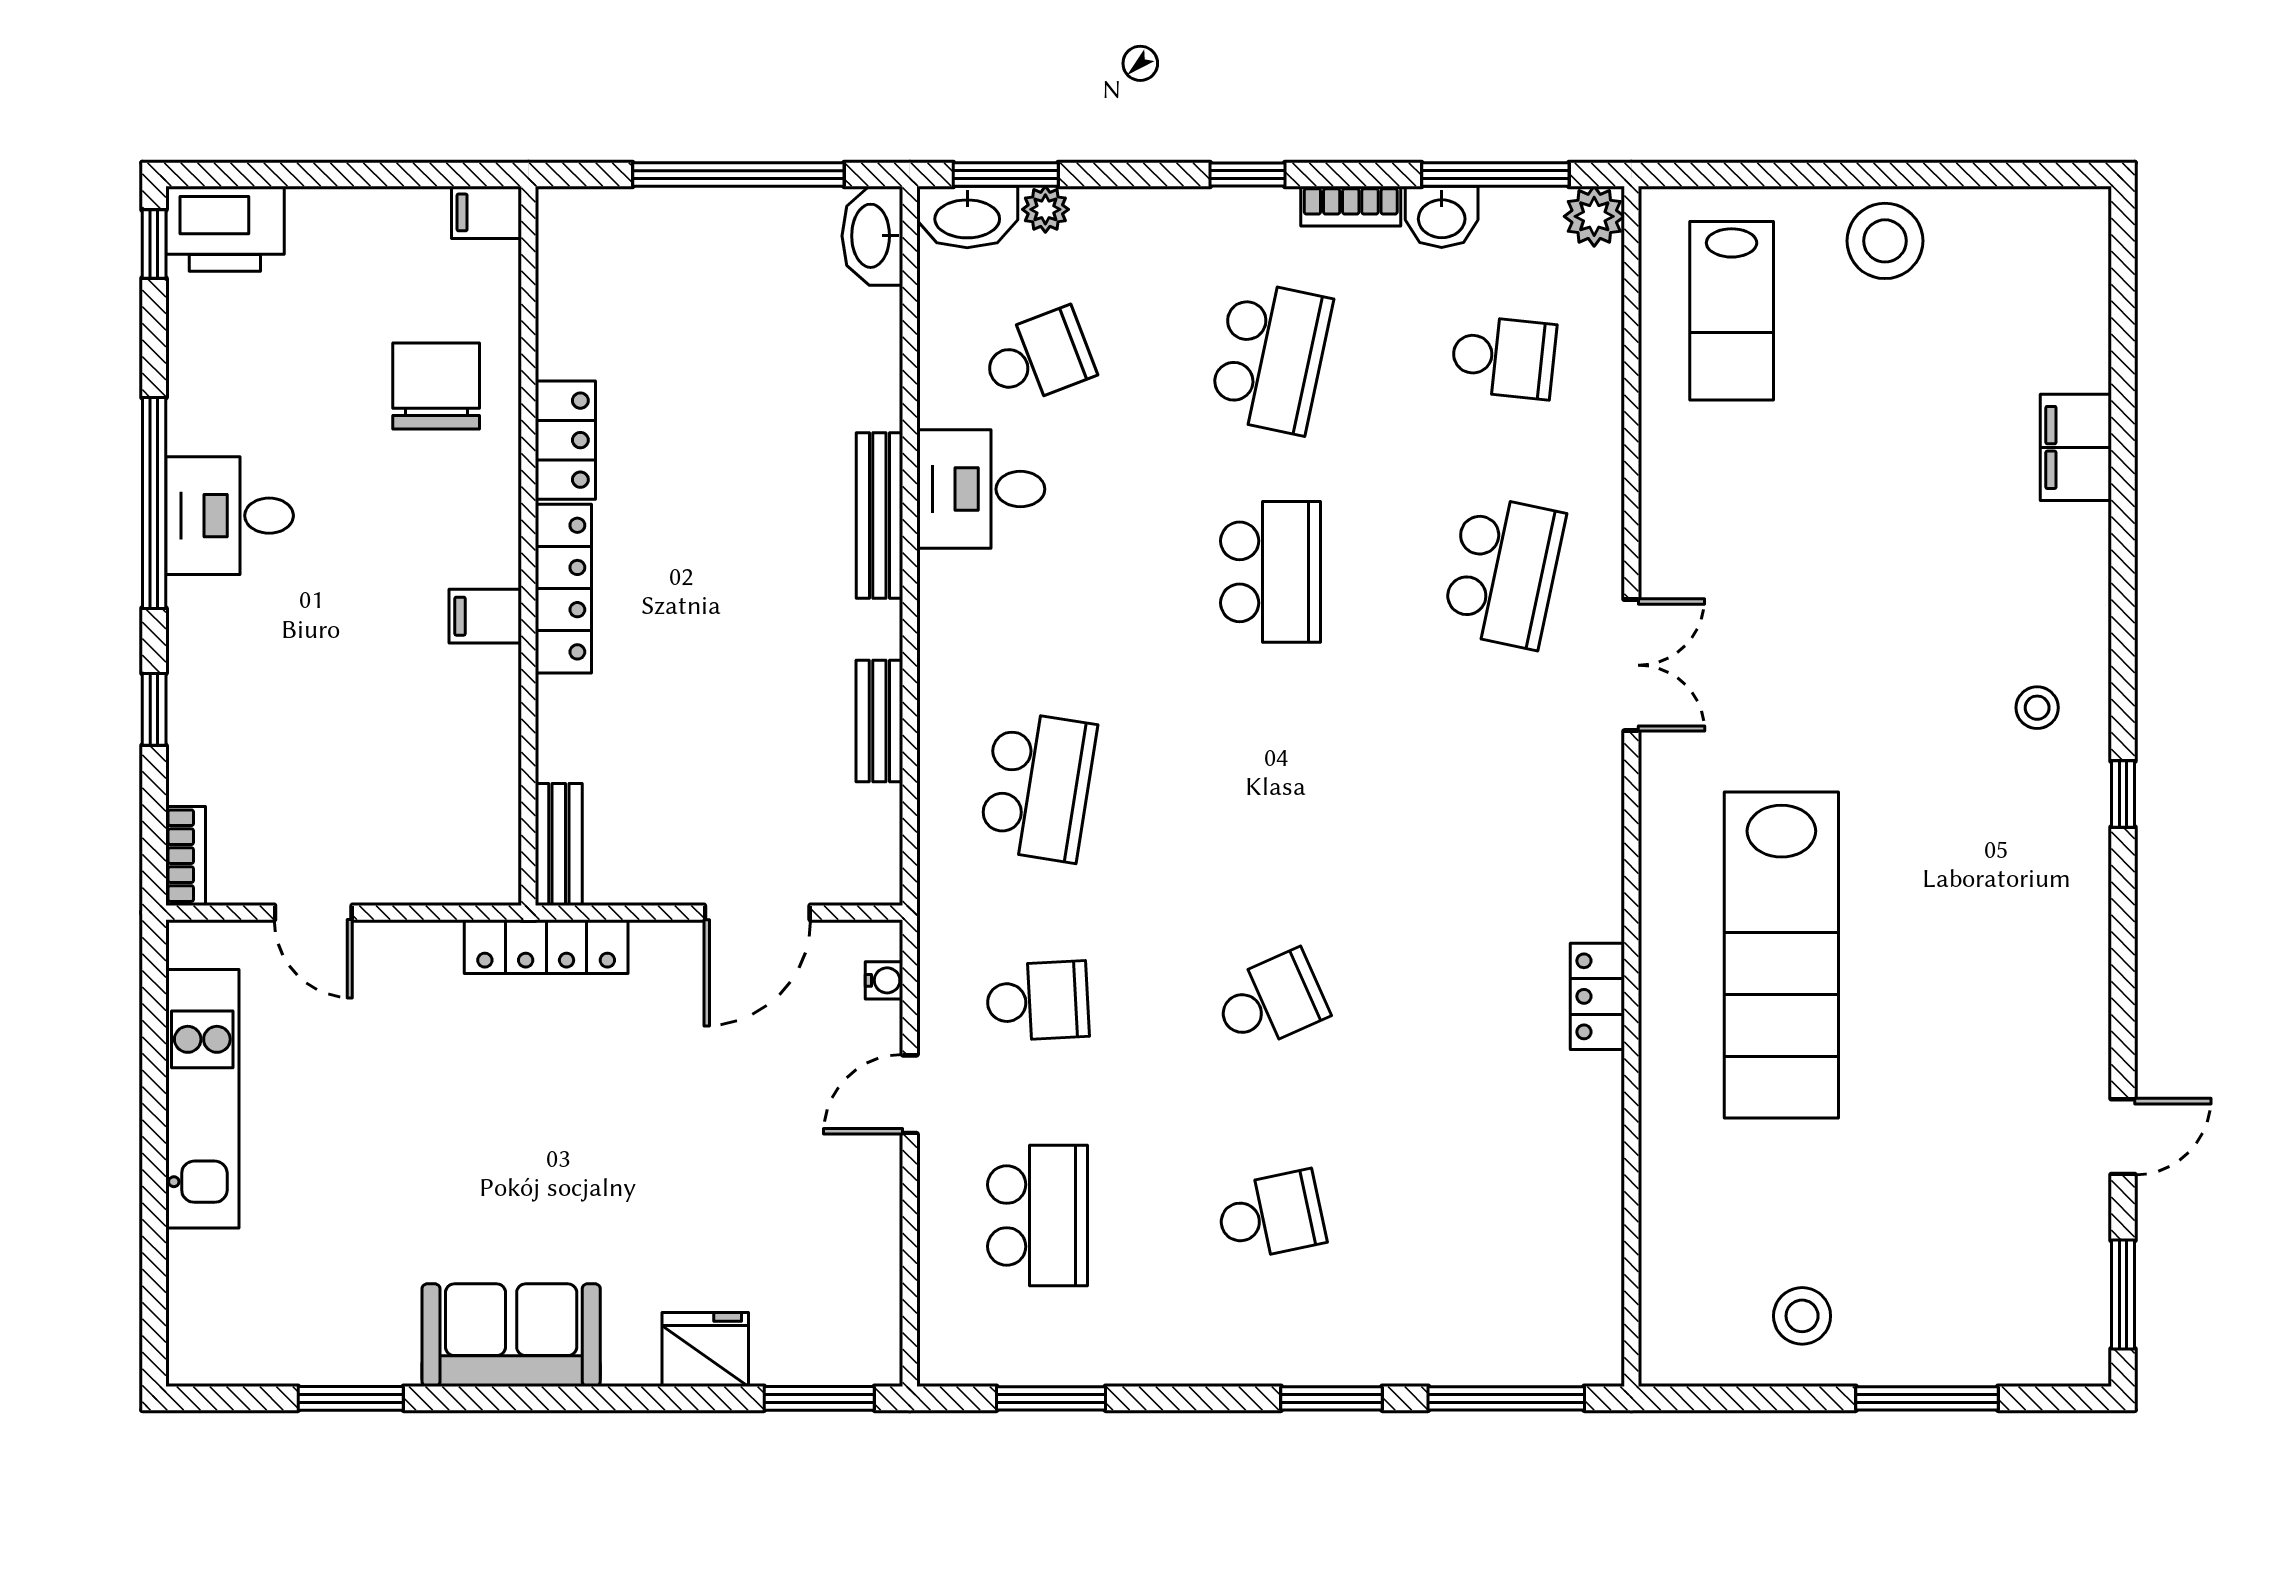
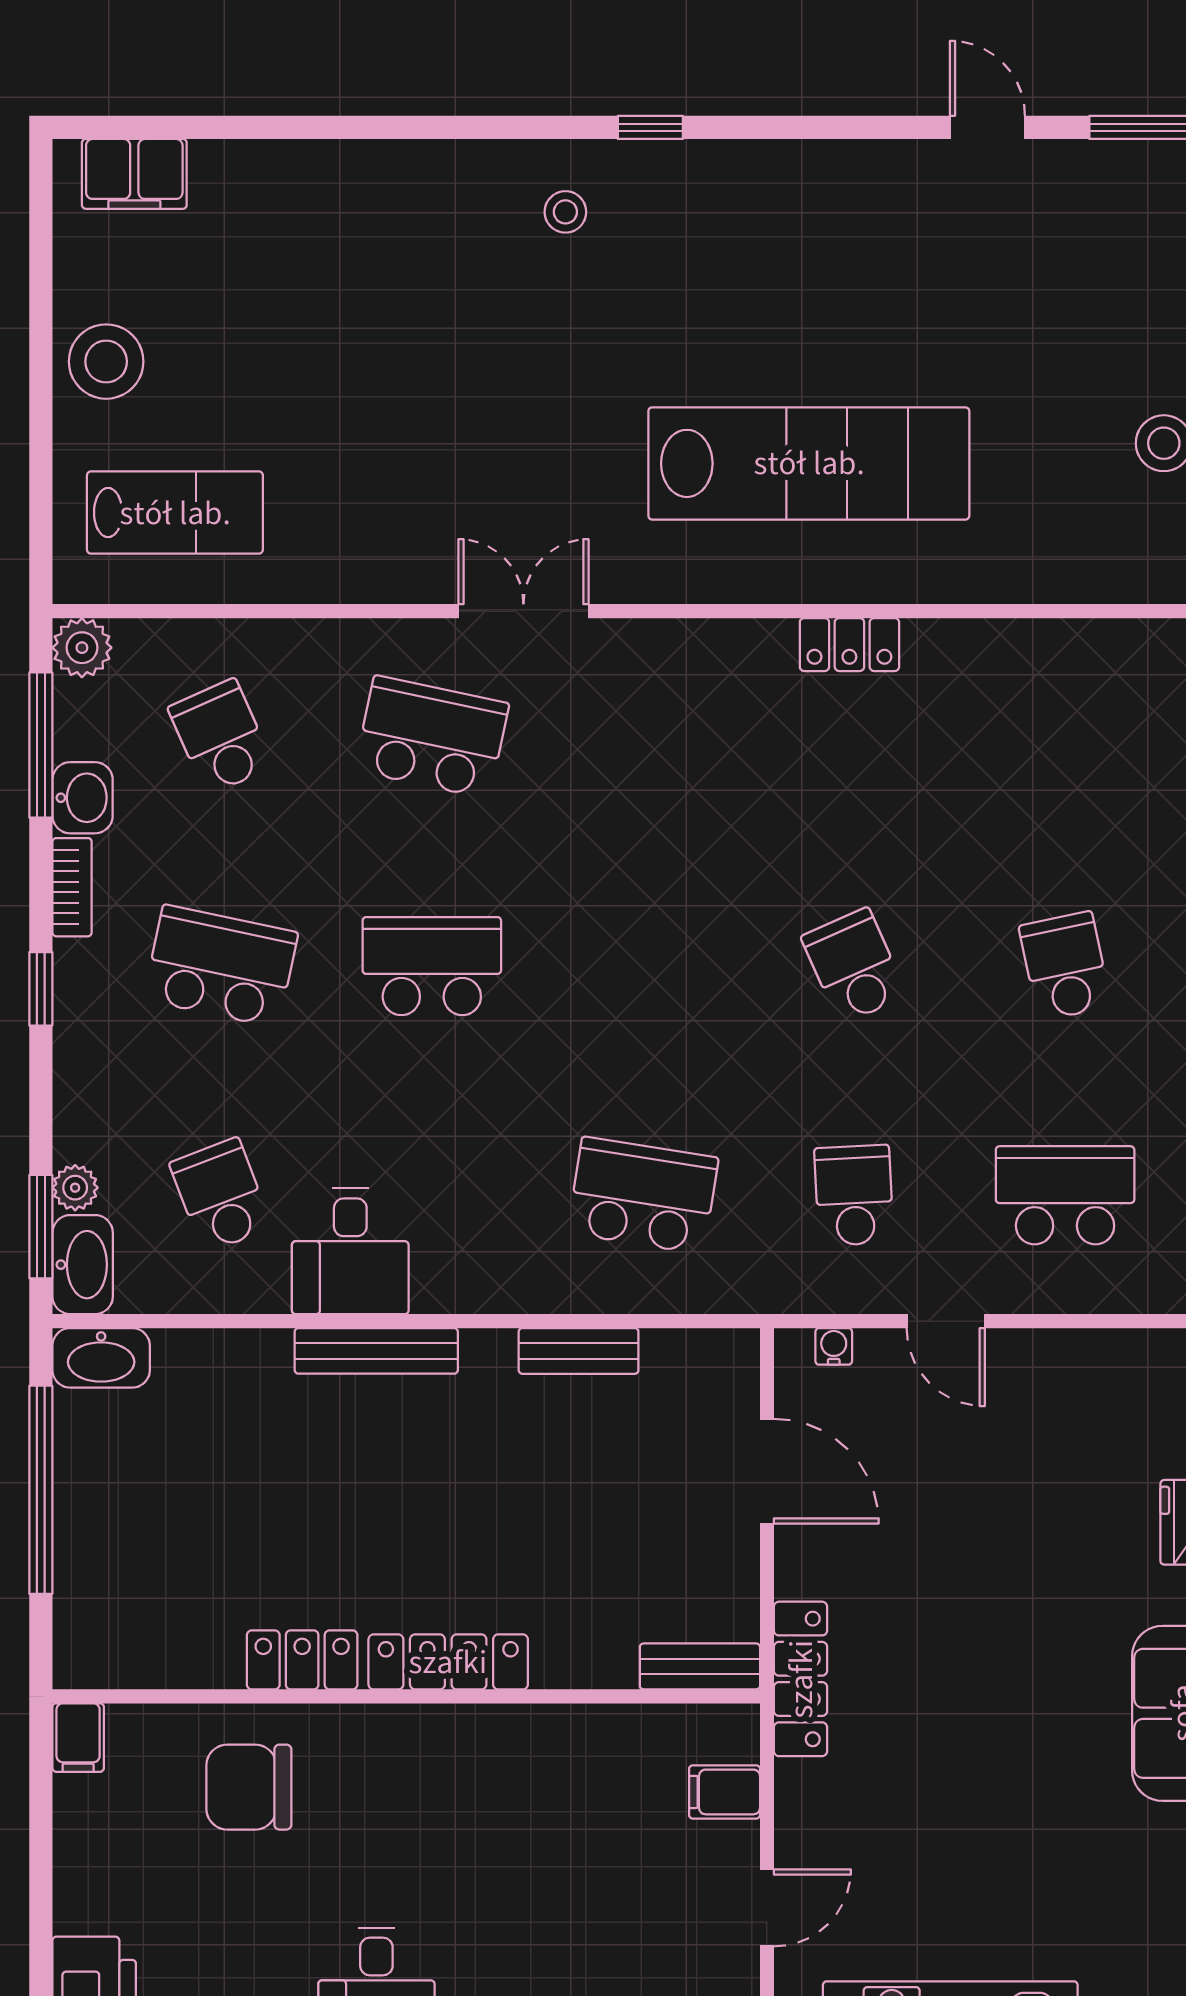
school desk: (1503, 357) -> (221, 737), turned -30
filing cabinet: (2076, 447) -> (134, 174), moved
filing cabinet: (485, 616) -> (725, 1792), moved, turned 90

